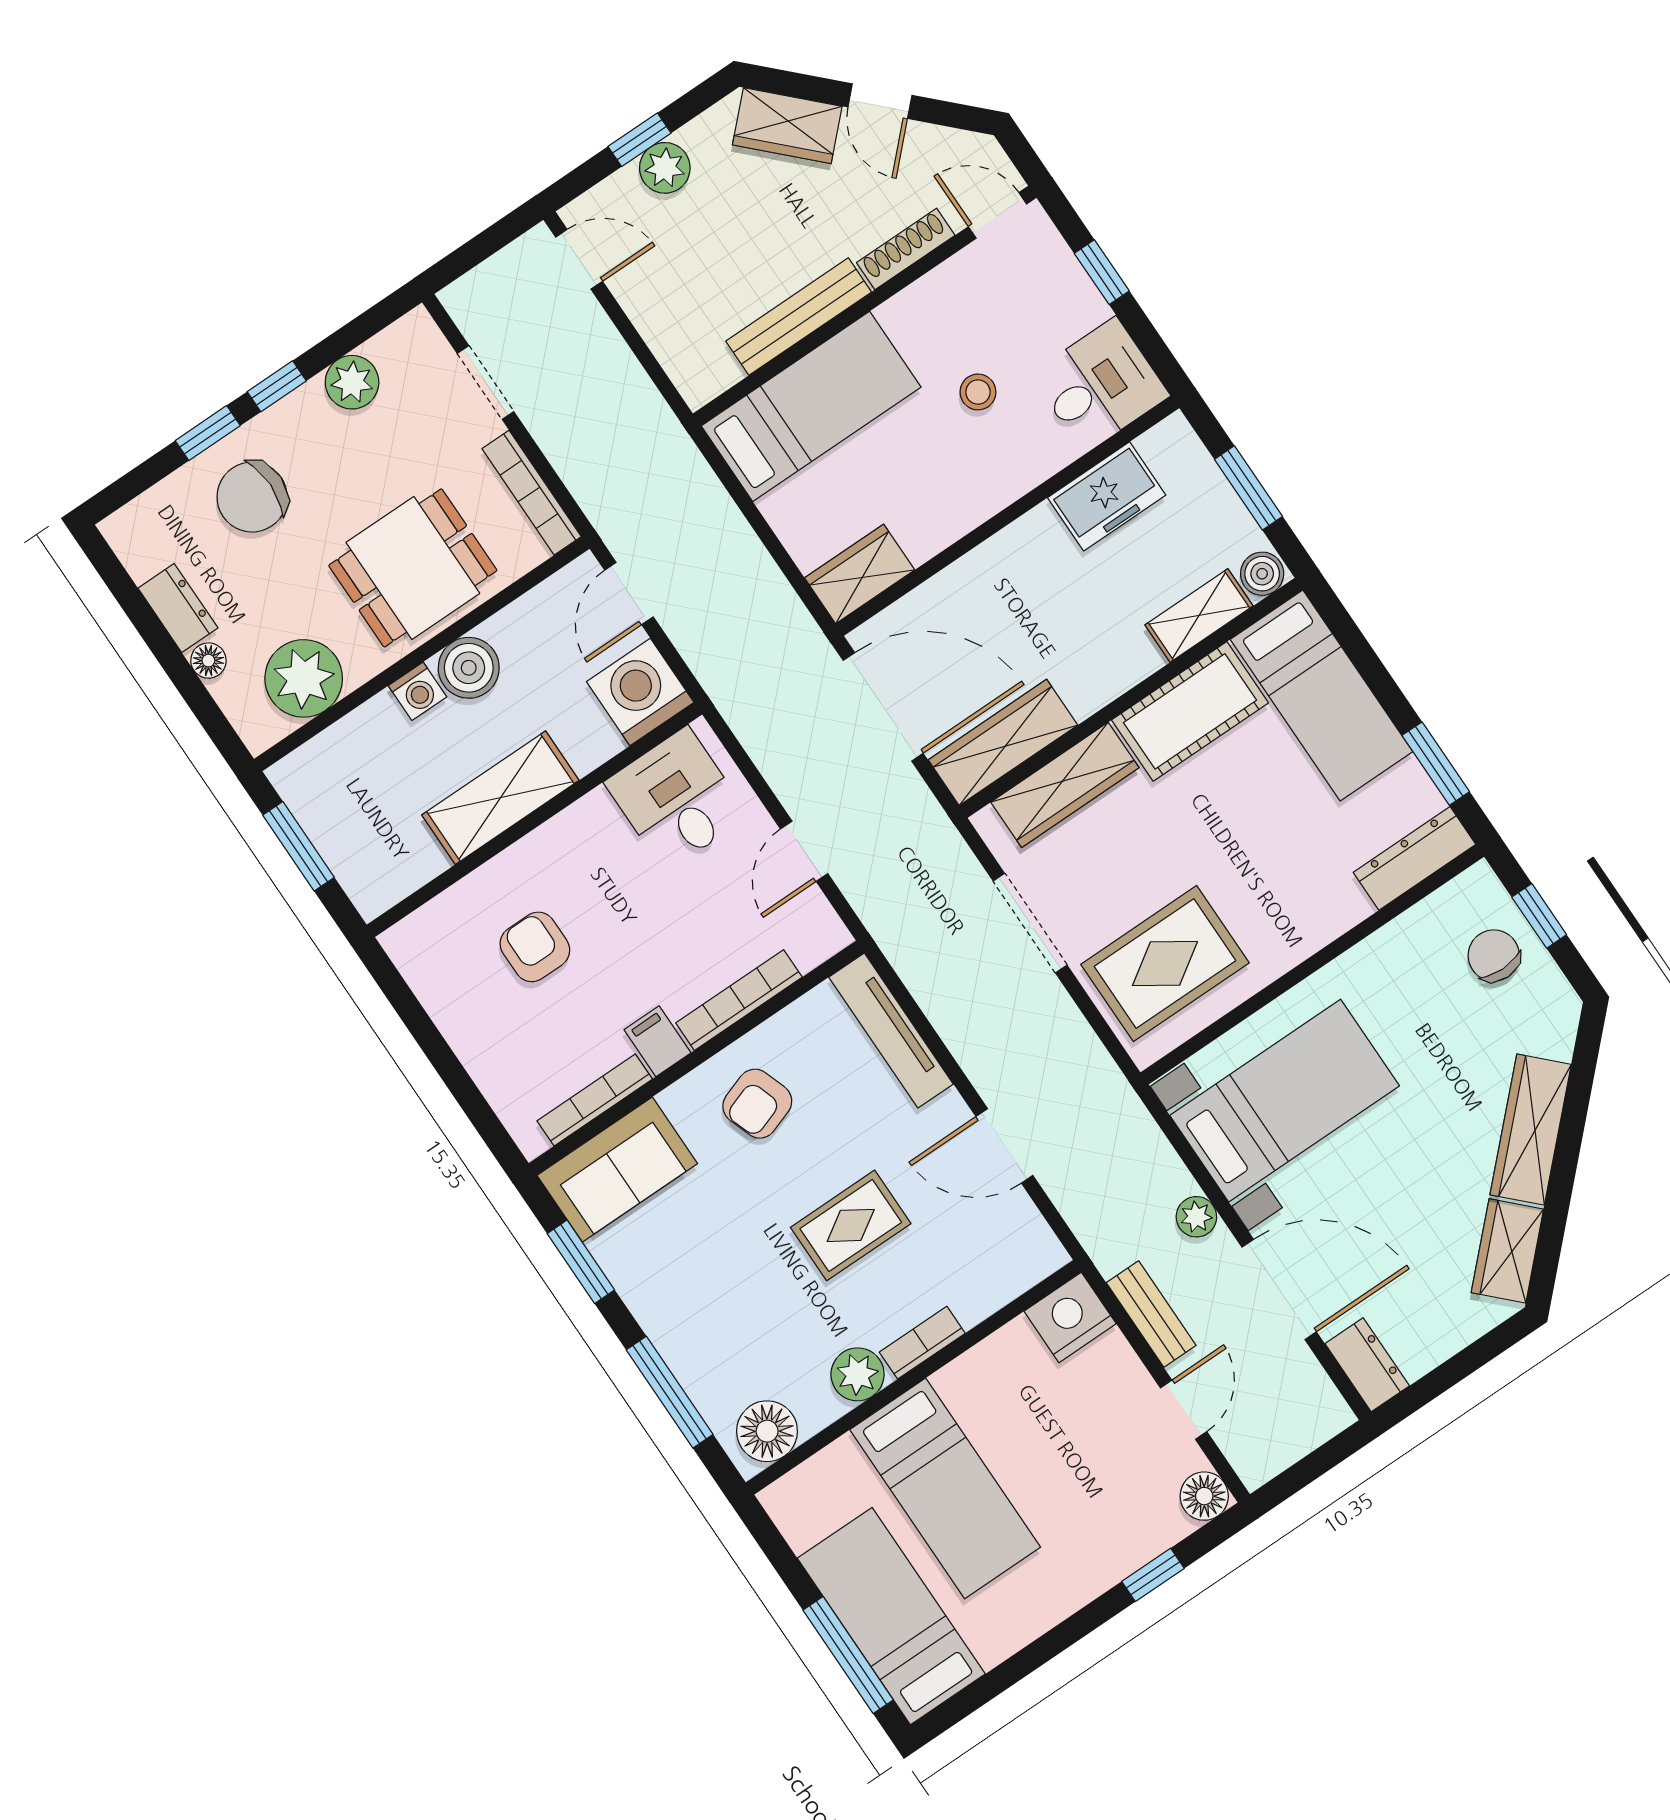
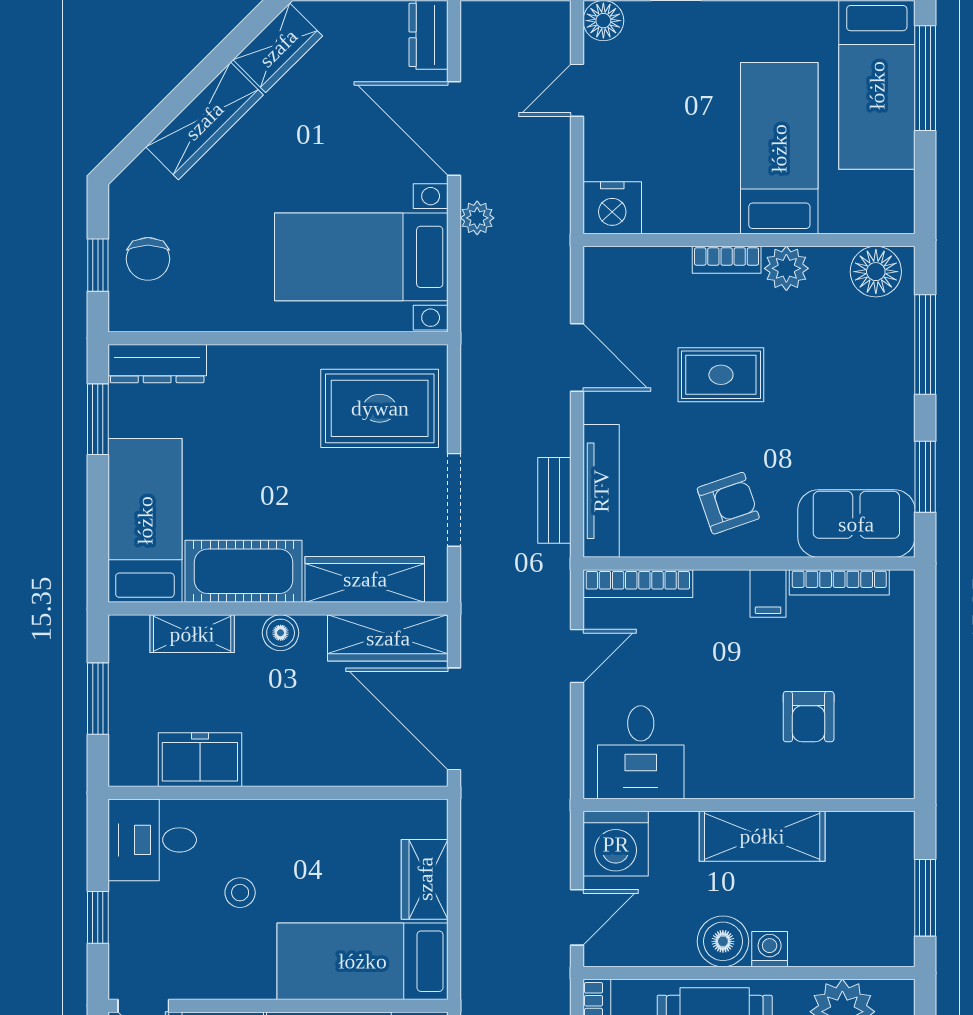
wardrobe: (860, 574) -> (425, 879), moved, turned 90
boiler: (1262, 574) -> (281, 633), moved
bookcase: (739, 1000) -> (638, 584), moved
bench: (1151, 1314) -> (554, 500), moved

